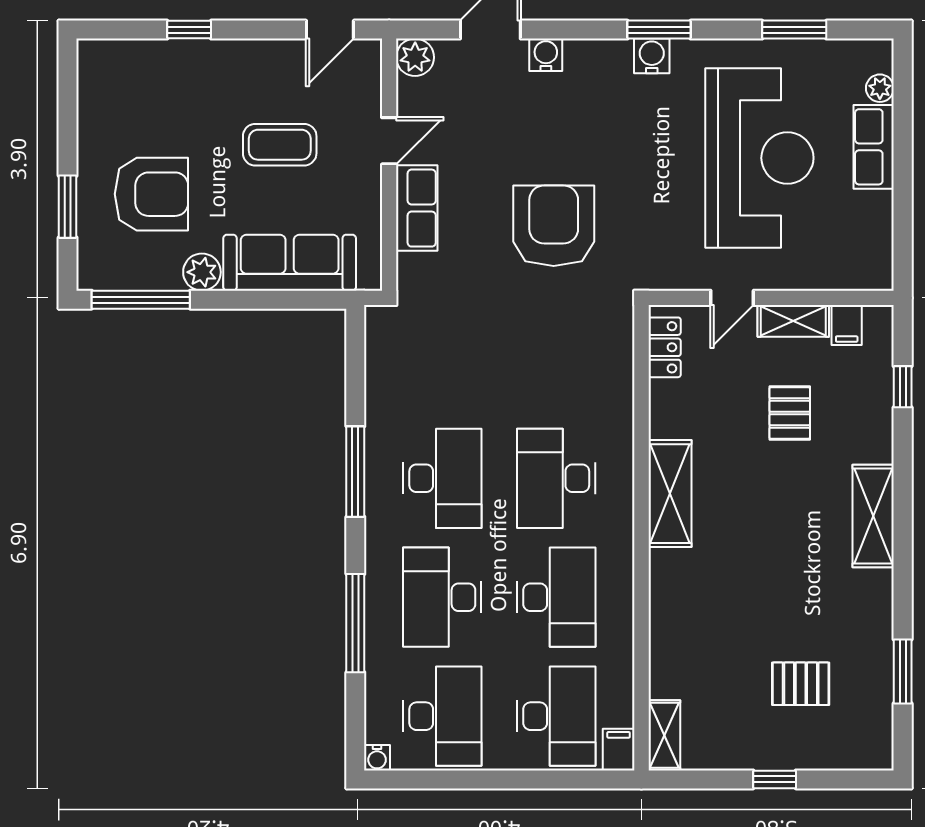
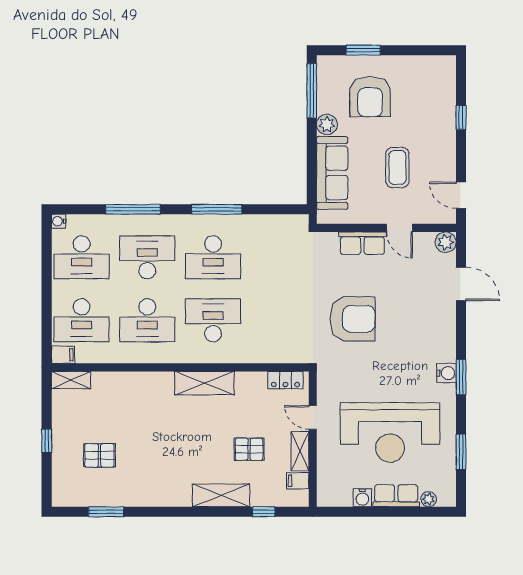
water cooler: (546, 55) -> (362, 498), moved, turned 90
shelving: (873, 516) -> (221, 495), moved
pallet: (801, 684) -> (100, 455), turned 90

